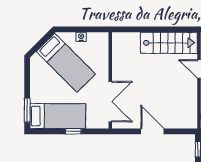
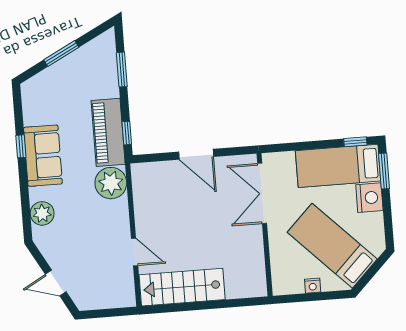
nightstand: (38, 93) -> (369, 198), added
window: (73, 131) -> (355, 142), moved

